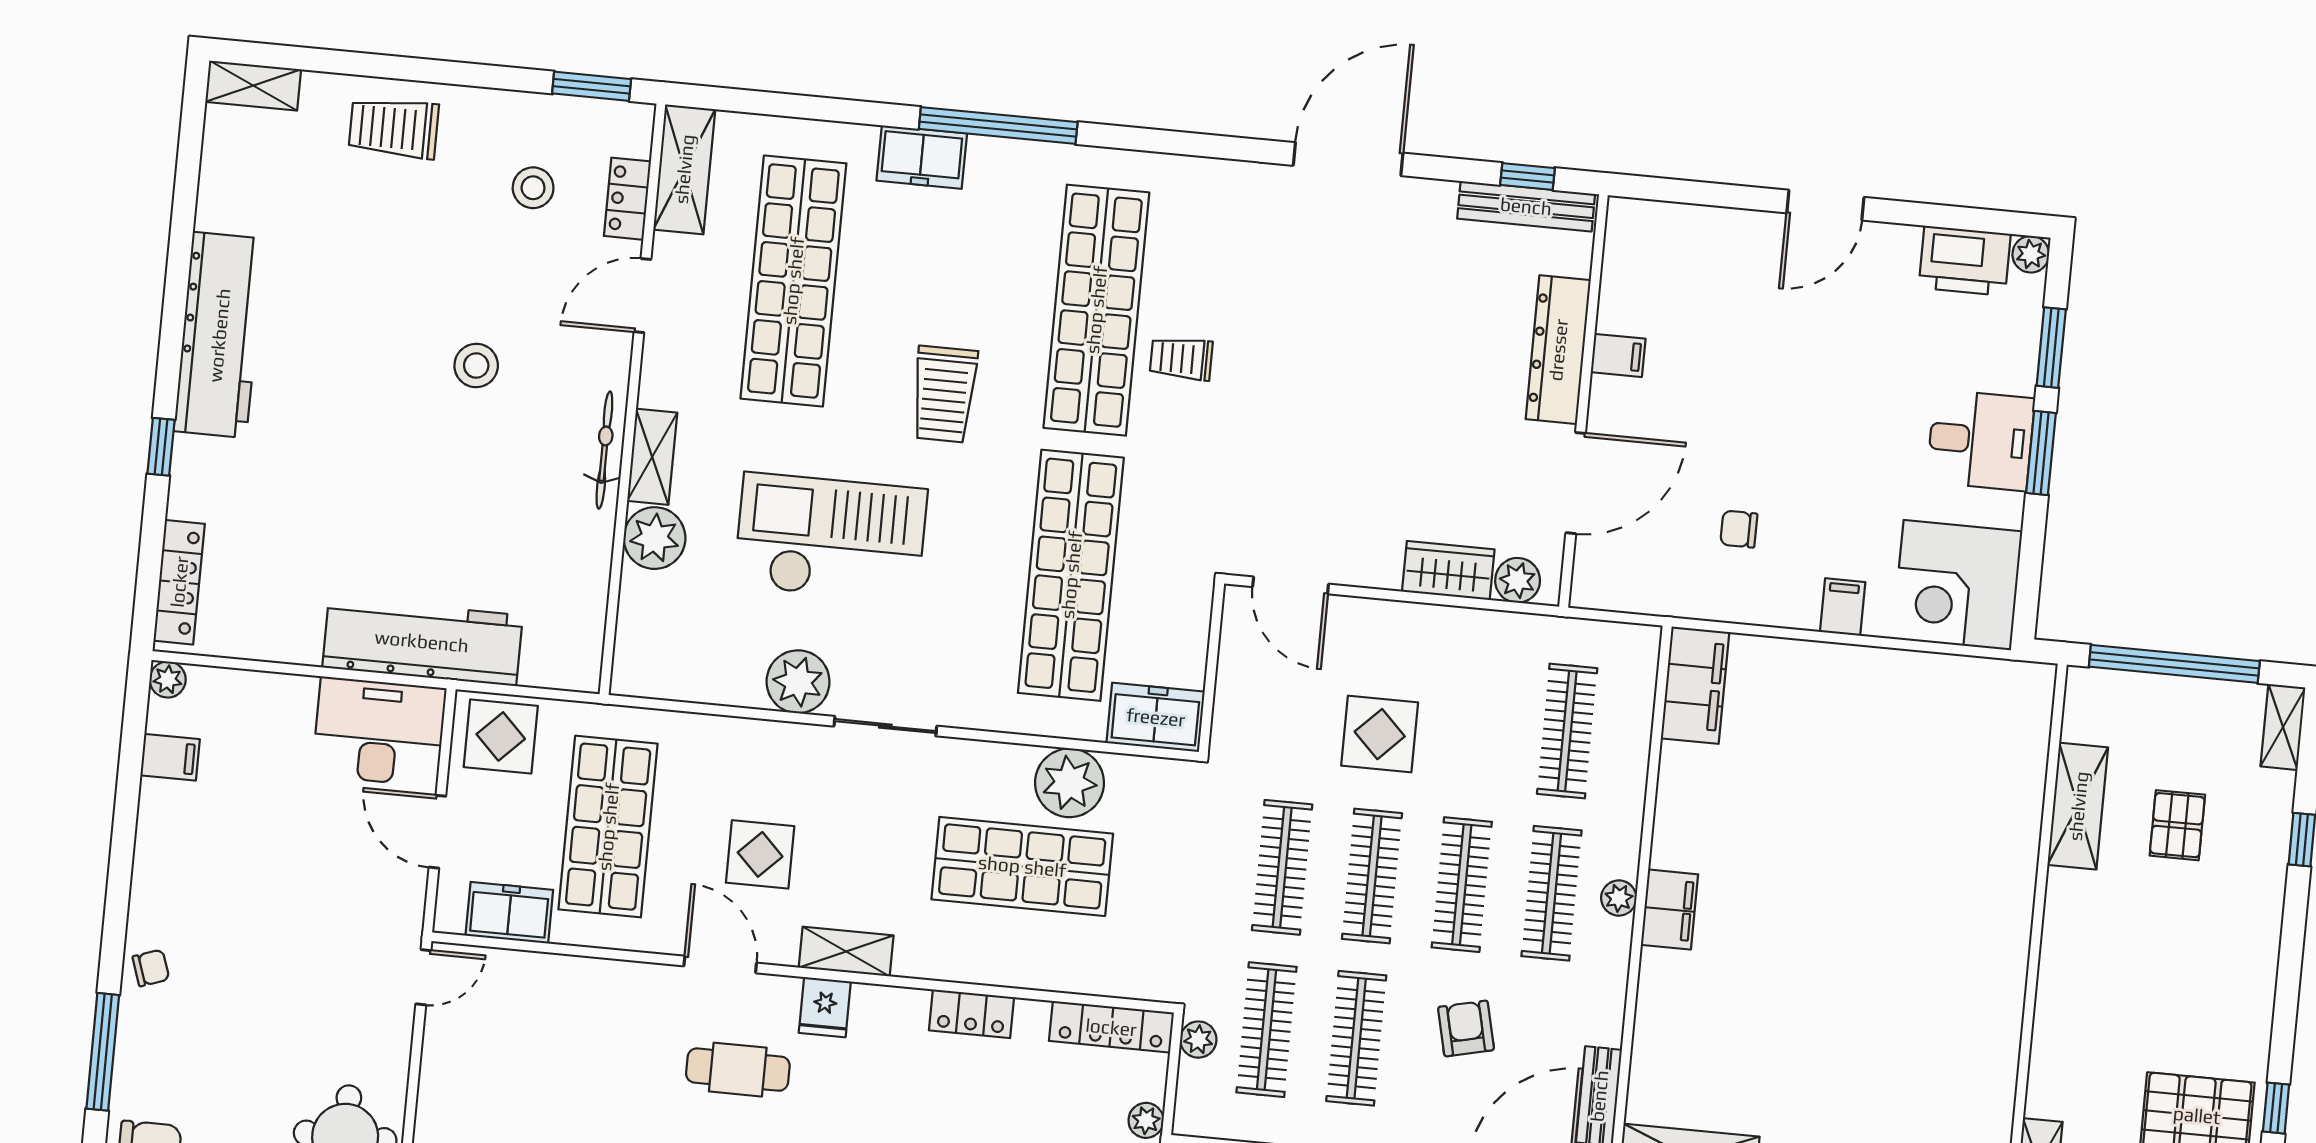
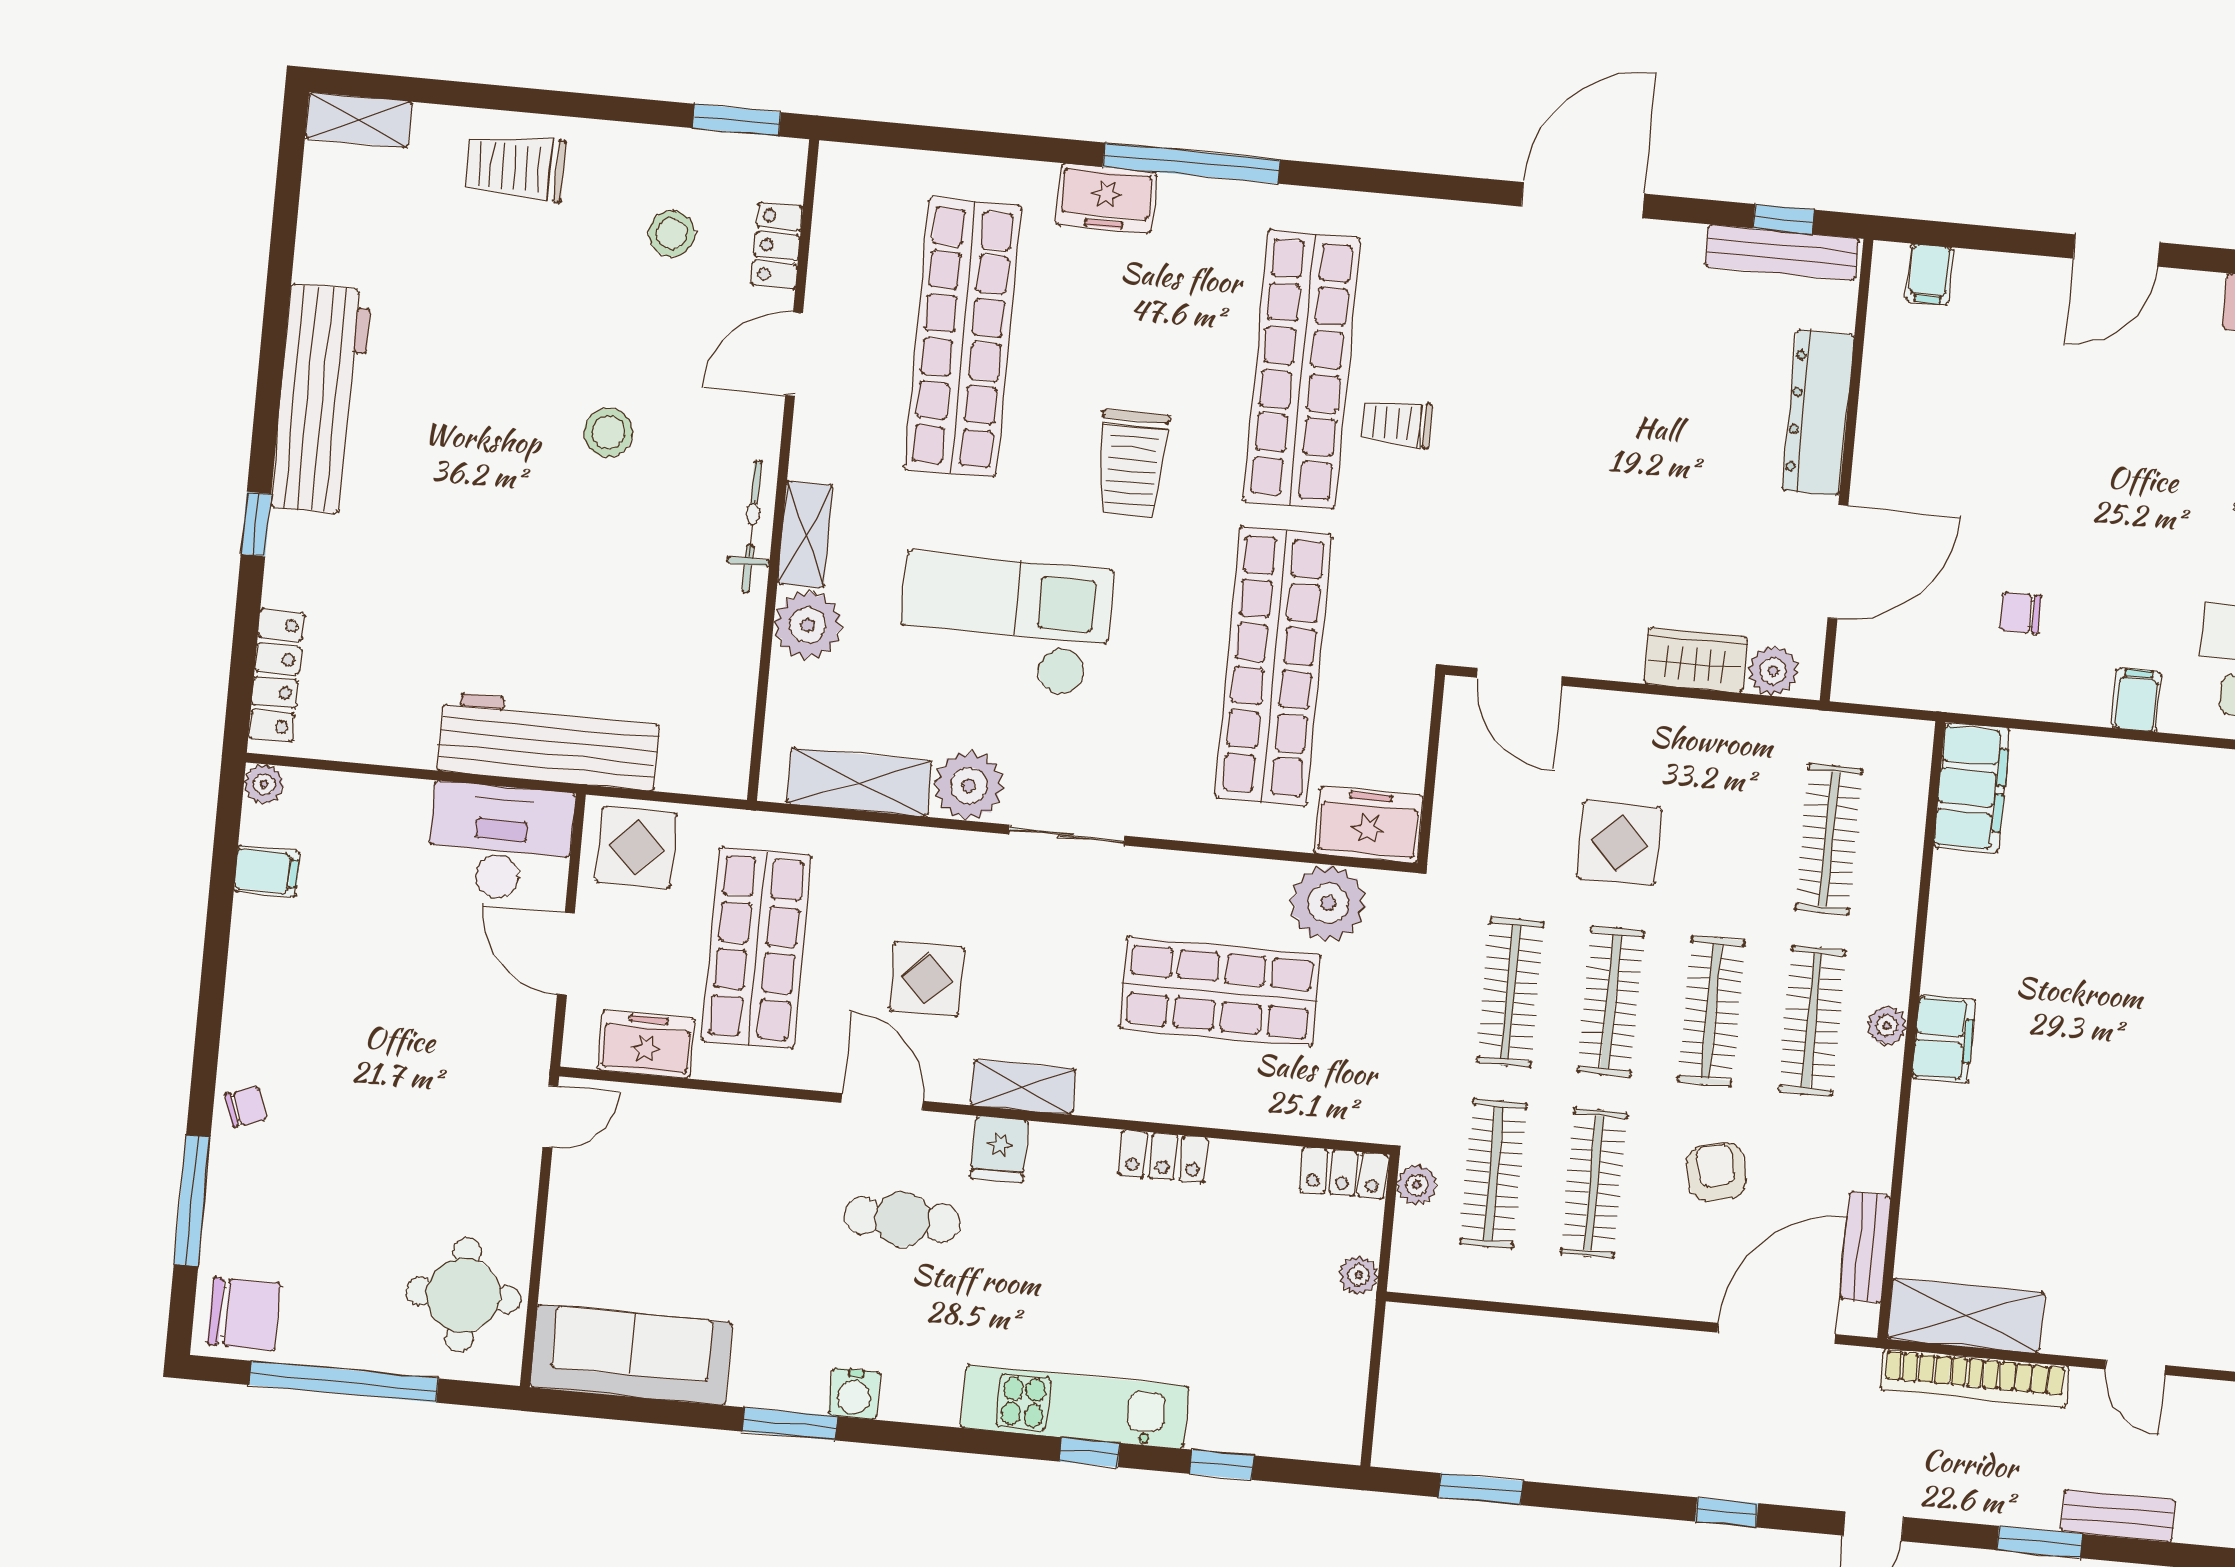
shelving: (684, 169) -> (859, 782), moved, turned 90
filing cabinet: (1618, 355) -> (1929, 274), moved, turned 90
plant: (1070, 783) -> (1328, 903), moved
locker: (1111, 1027) -> (1343, 1173), width x0.66

